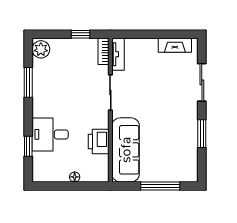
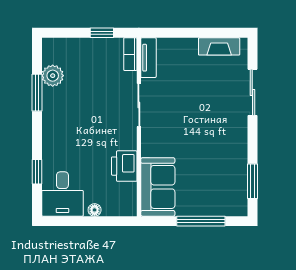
plant: (41, 49) -> (53, 76), moved
desk: (50, 134) -> (62, 194), moved, turned -90
window: (202, 134) -> (252, 181), moved
sofa: (126, 150) -> (158, 187), width x0.73

